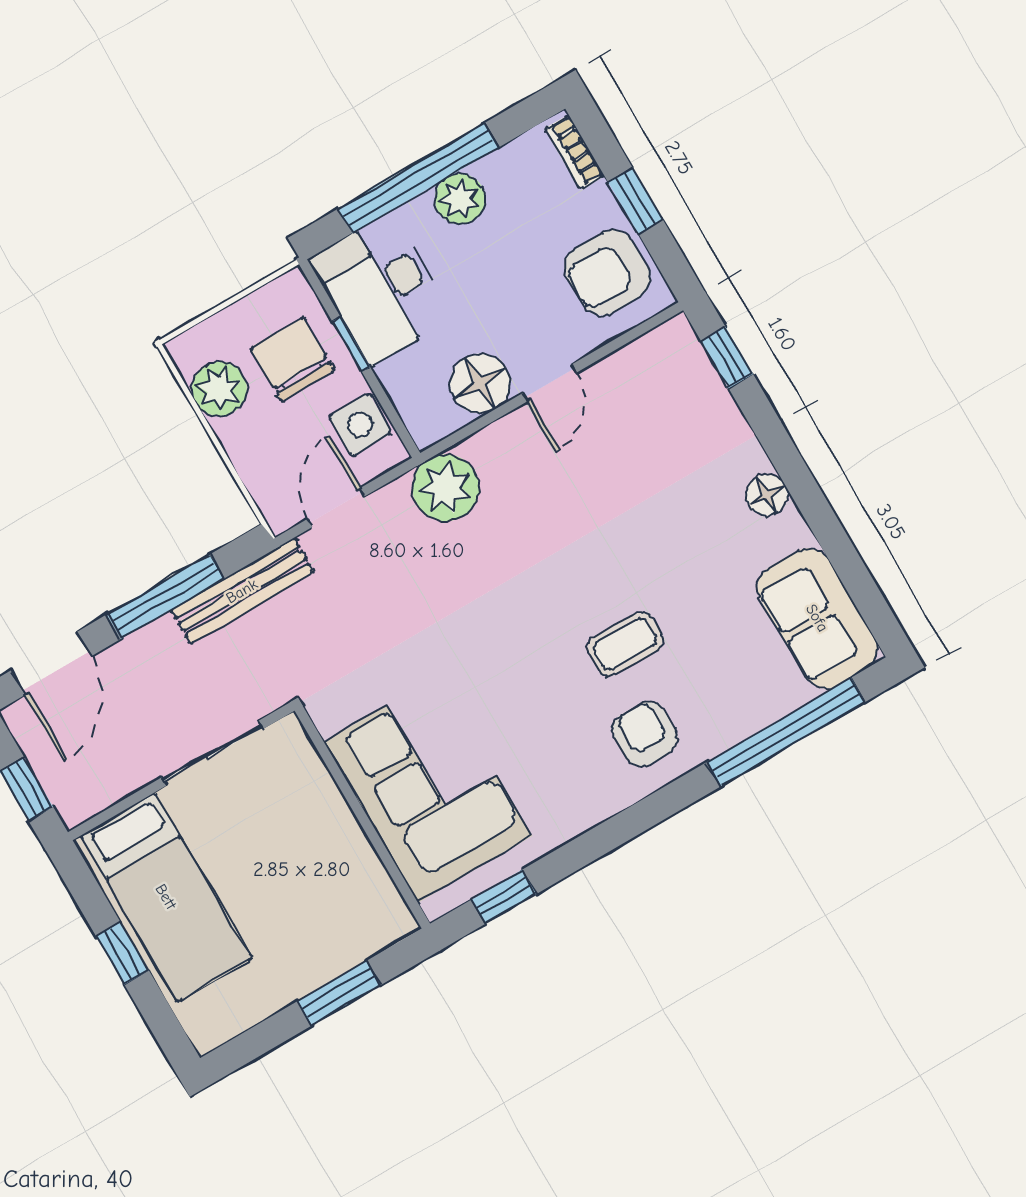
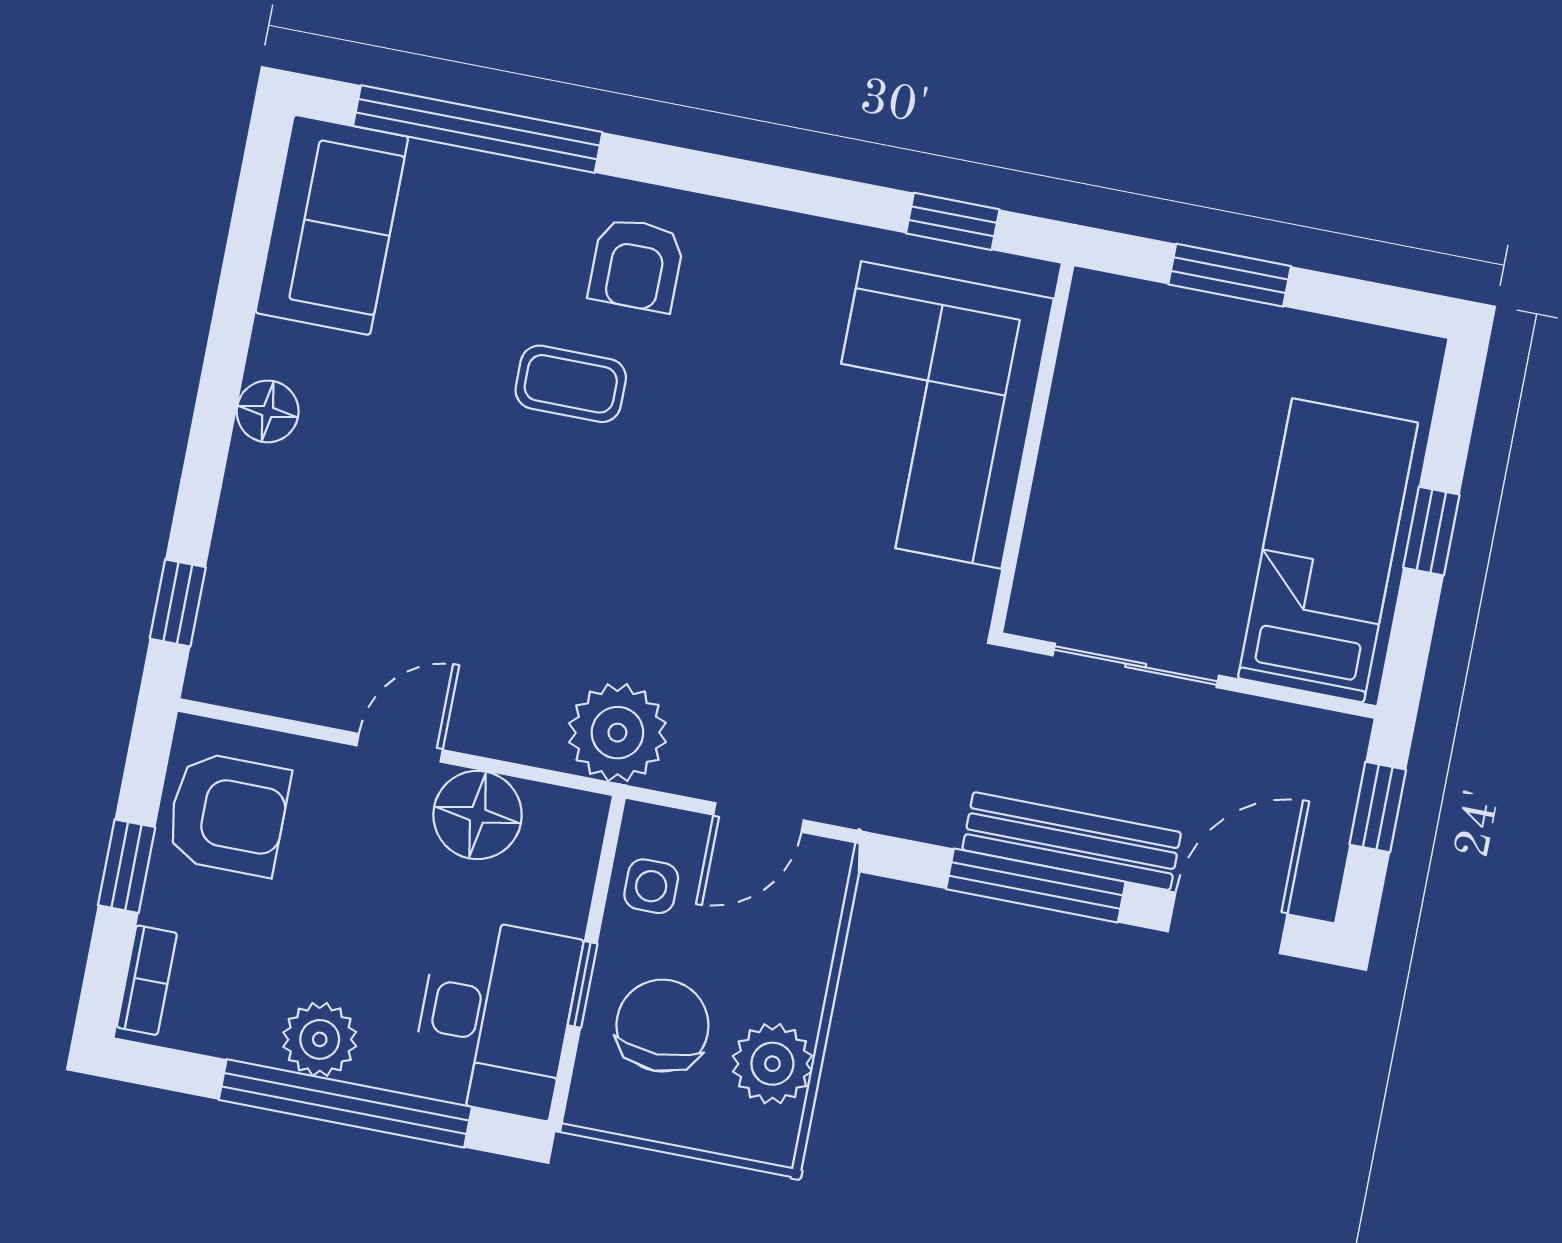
chair: (292, 359) -> (662, 1026), turned 180
side table: (360, 425) -> (651, 886), width x0.73, depth x0.73
bench: (242, 591) -> (1072, 841), moved

